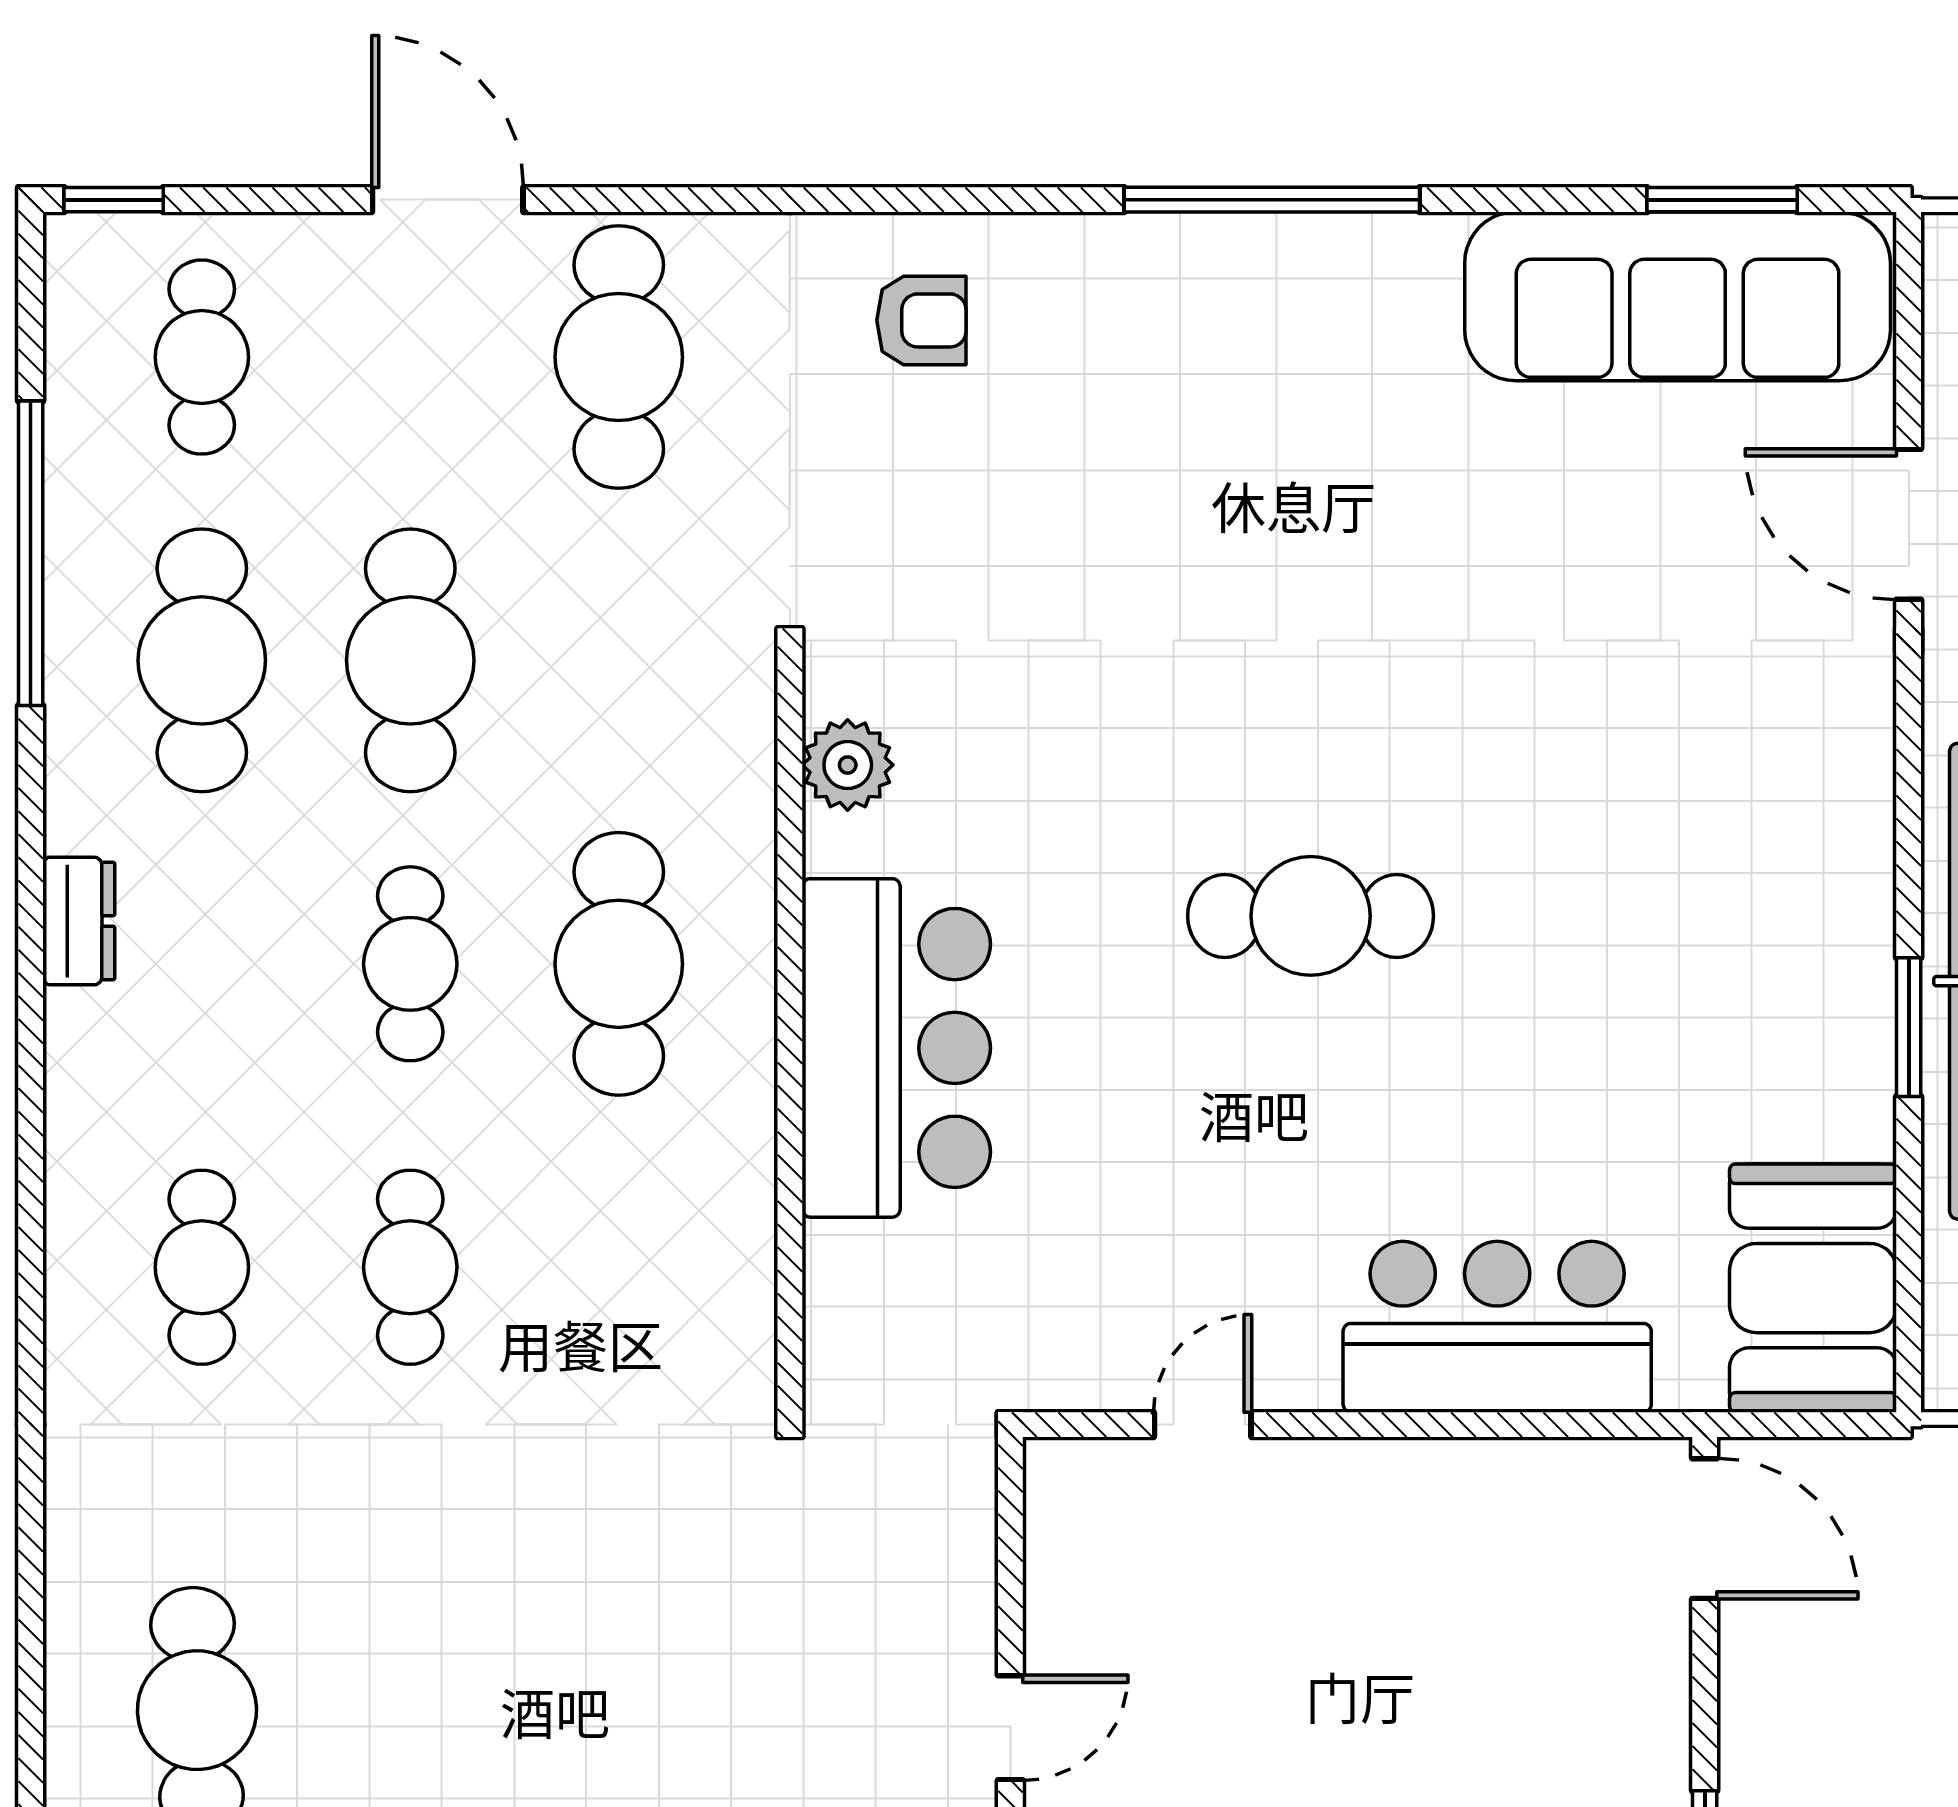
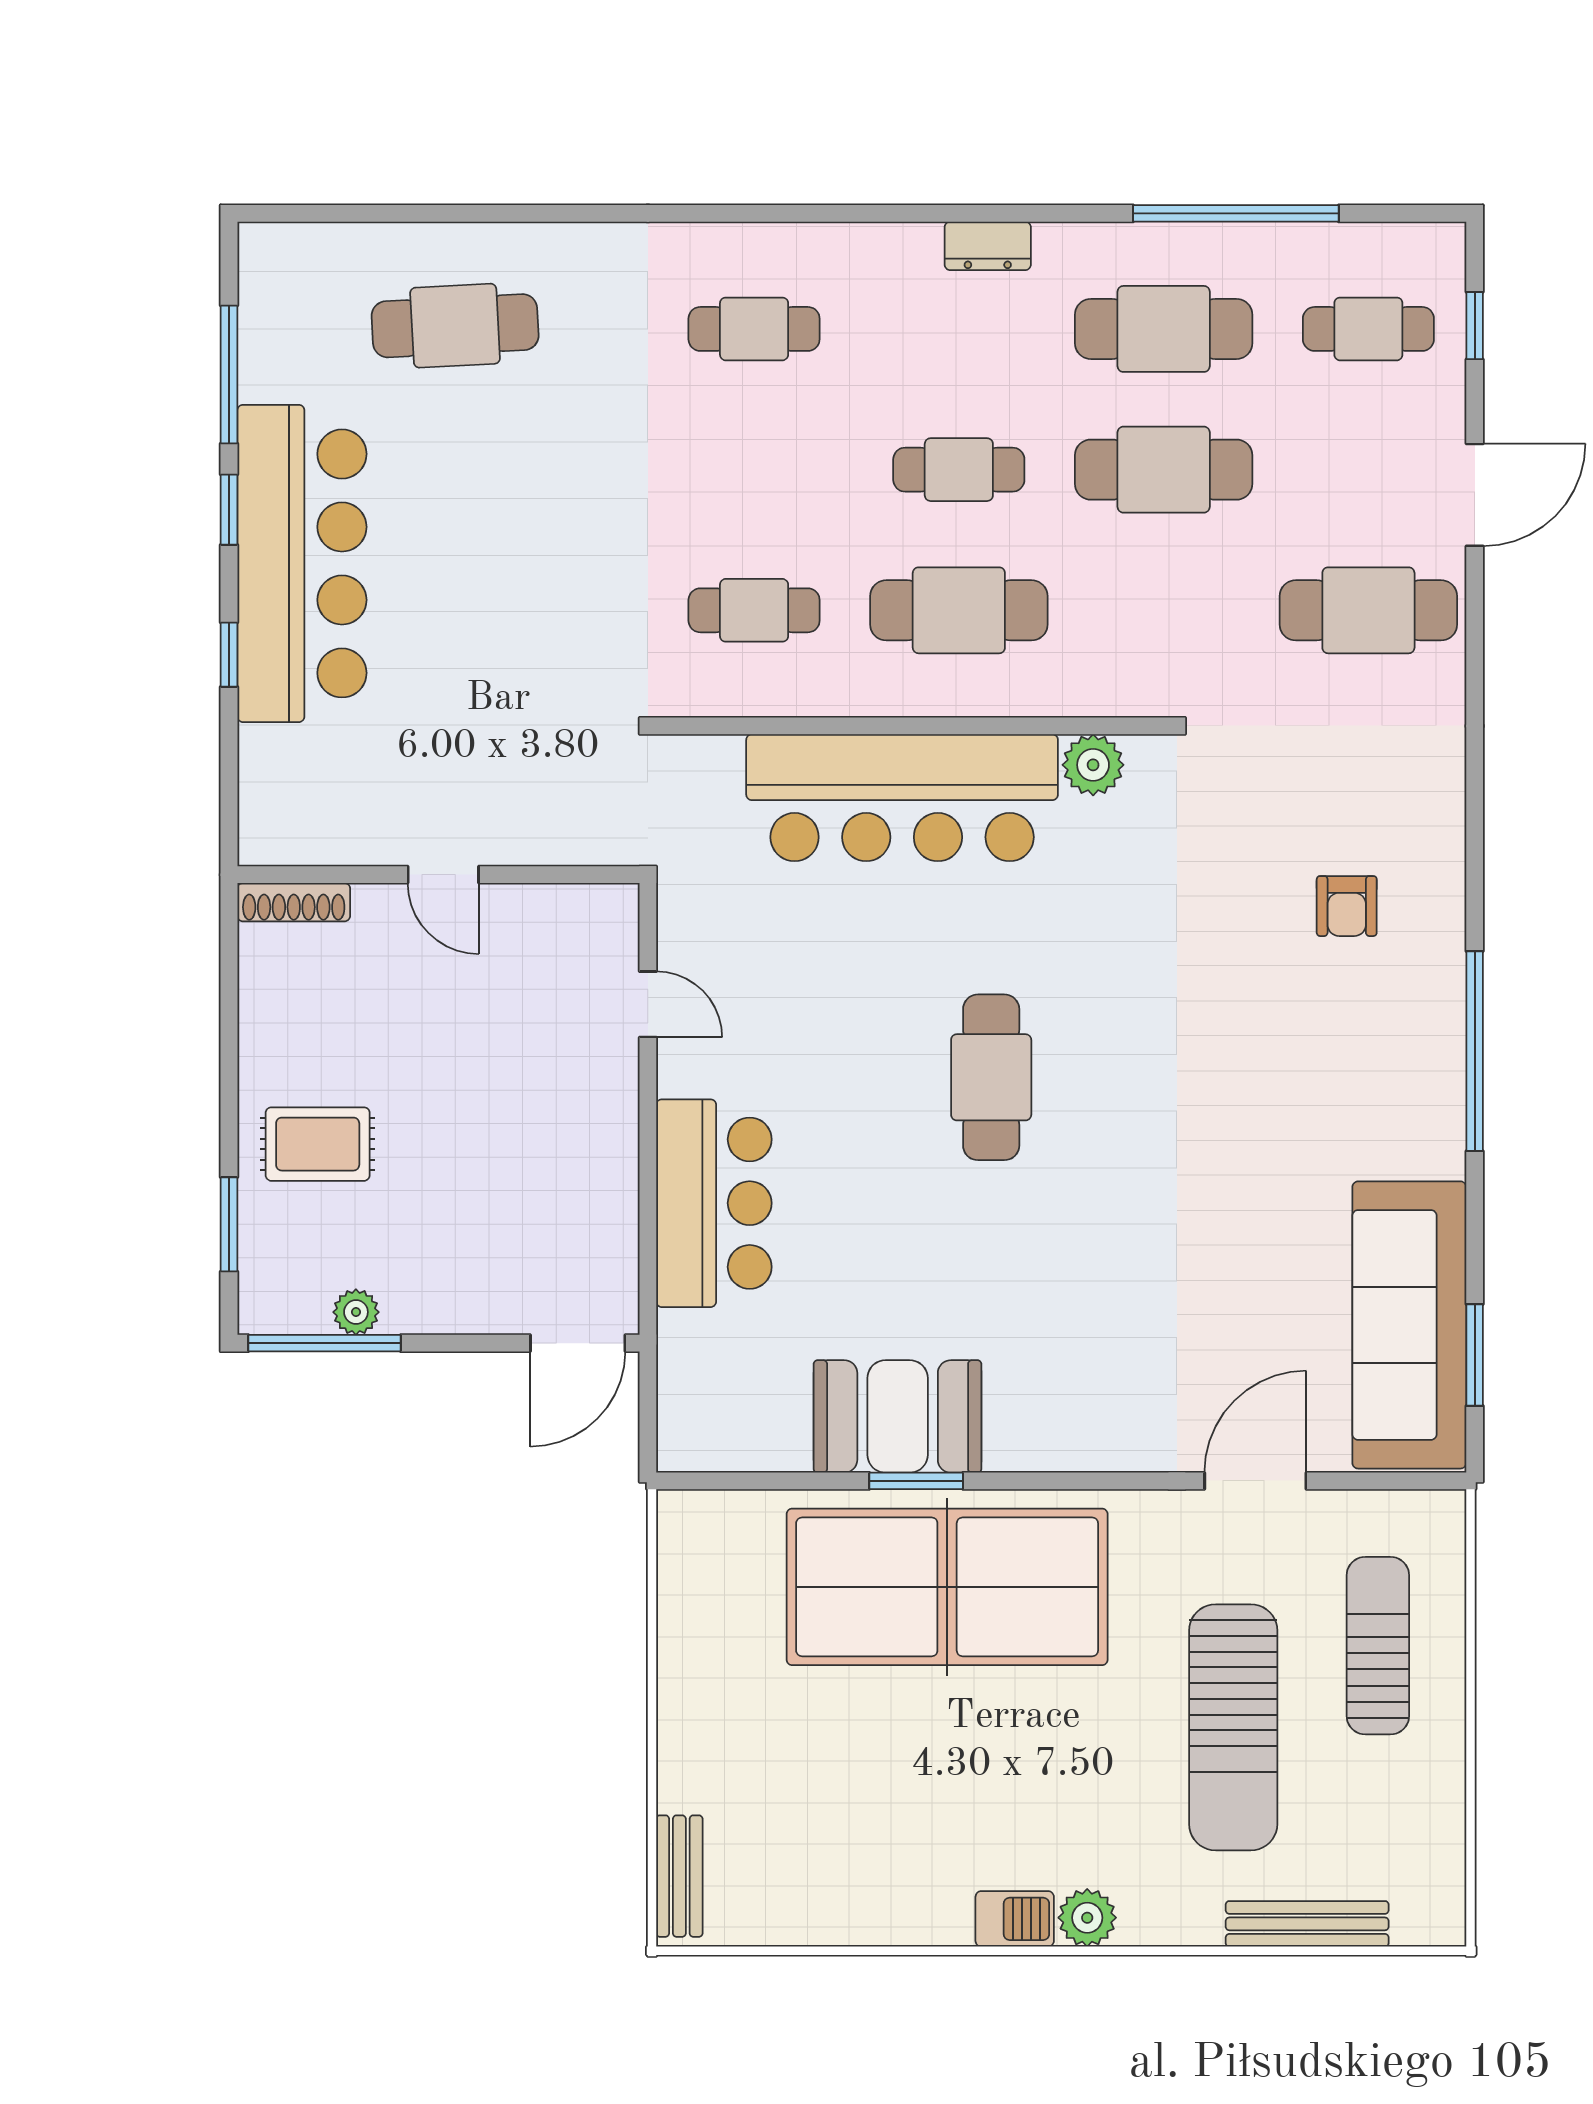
window: (114, 200) -> (1475, 326), moved
armchair: (921, 320) -> (1347, 906), moved
bar counter: (896, 1048) -> (902, 798), width x1.36
cafe table: (410, 1267) -> (754, 610), moved
booth: (1813, 1288) -> (898, 1416), moved

